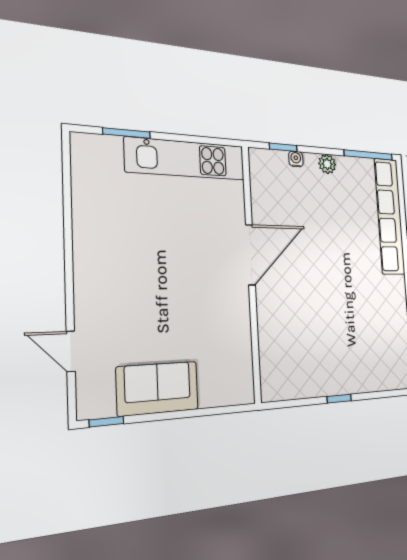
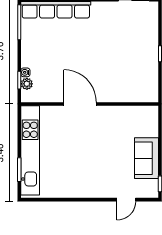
kitchen unit: (186, 159) -> (30, 150), width x1.36
plant: (327, 164) -> (27, 84), moved

